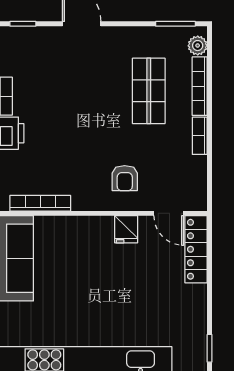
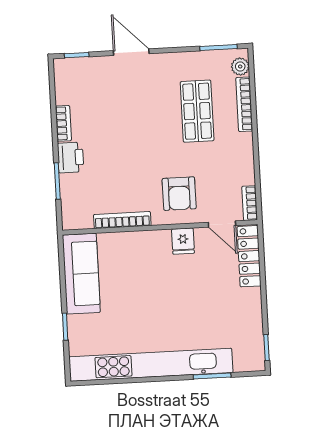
bookcase: (200, 136) -> (250, 203), moved
armchair: (125, 178) -> (179, 194), width x1.38, depth x1.38
bookcase: (40, 203) -> (122, 220), moved

